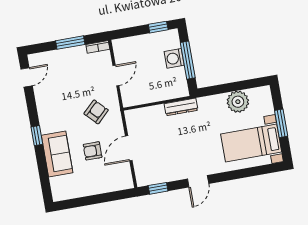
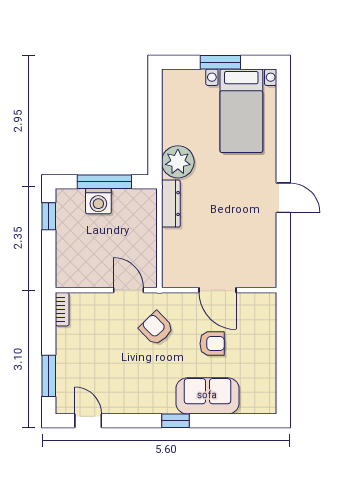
window: (70, 43) -> (49, 376), moved
door: (116, 76) -> (128, 290), moved
plant: (238, 102) -> (178, 162), moved
armchair: (93, 151) -> (212, 344), turned -90
window: (158, 188) -> (283, 258), removed

